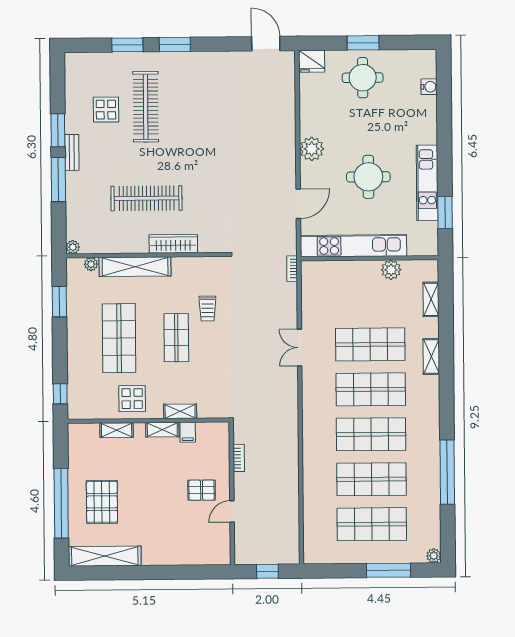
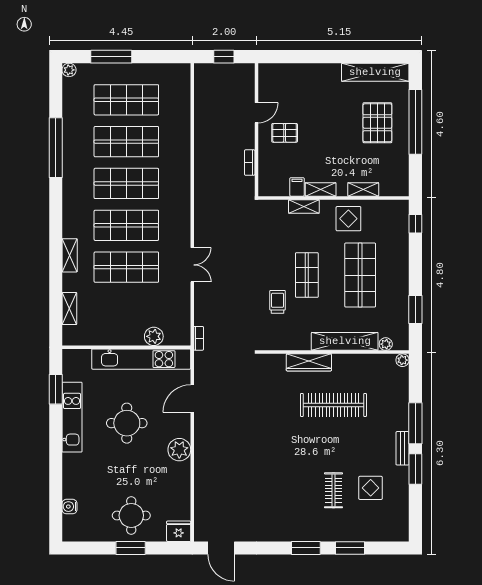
clothes rail: (146, 107) -> (333, 490), width x0.54, depth x0.76
plant: (391, 270) -> (154, 336), moved

